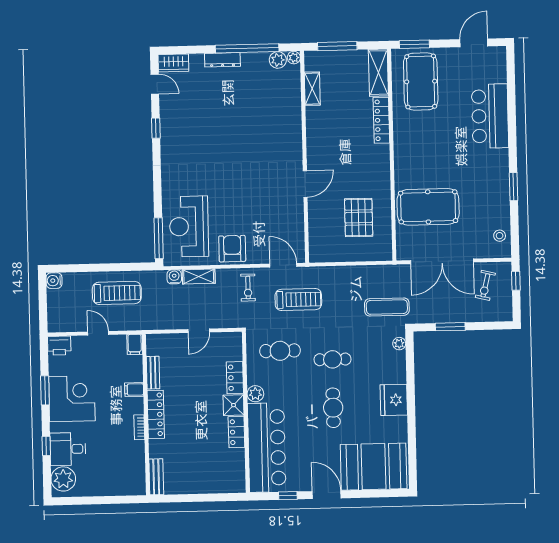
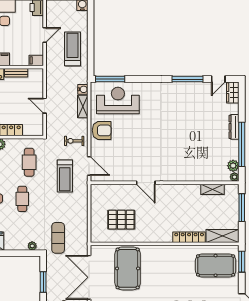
window: (156, 128) -> (187, 79), width x2.17
door: (283, 265) -> (89, 166), hinge flipped
treadmill: (117, 293) -> (73, 49), turned 180

